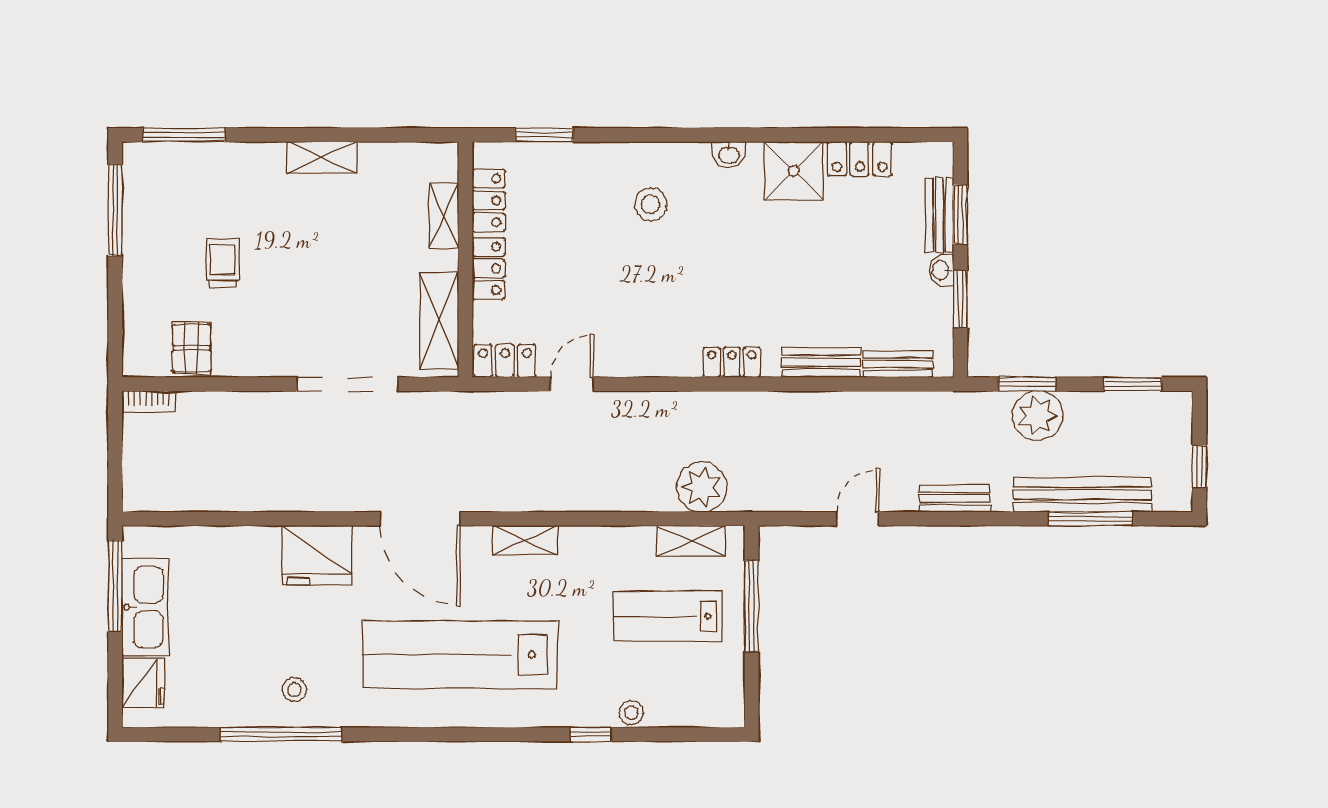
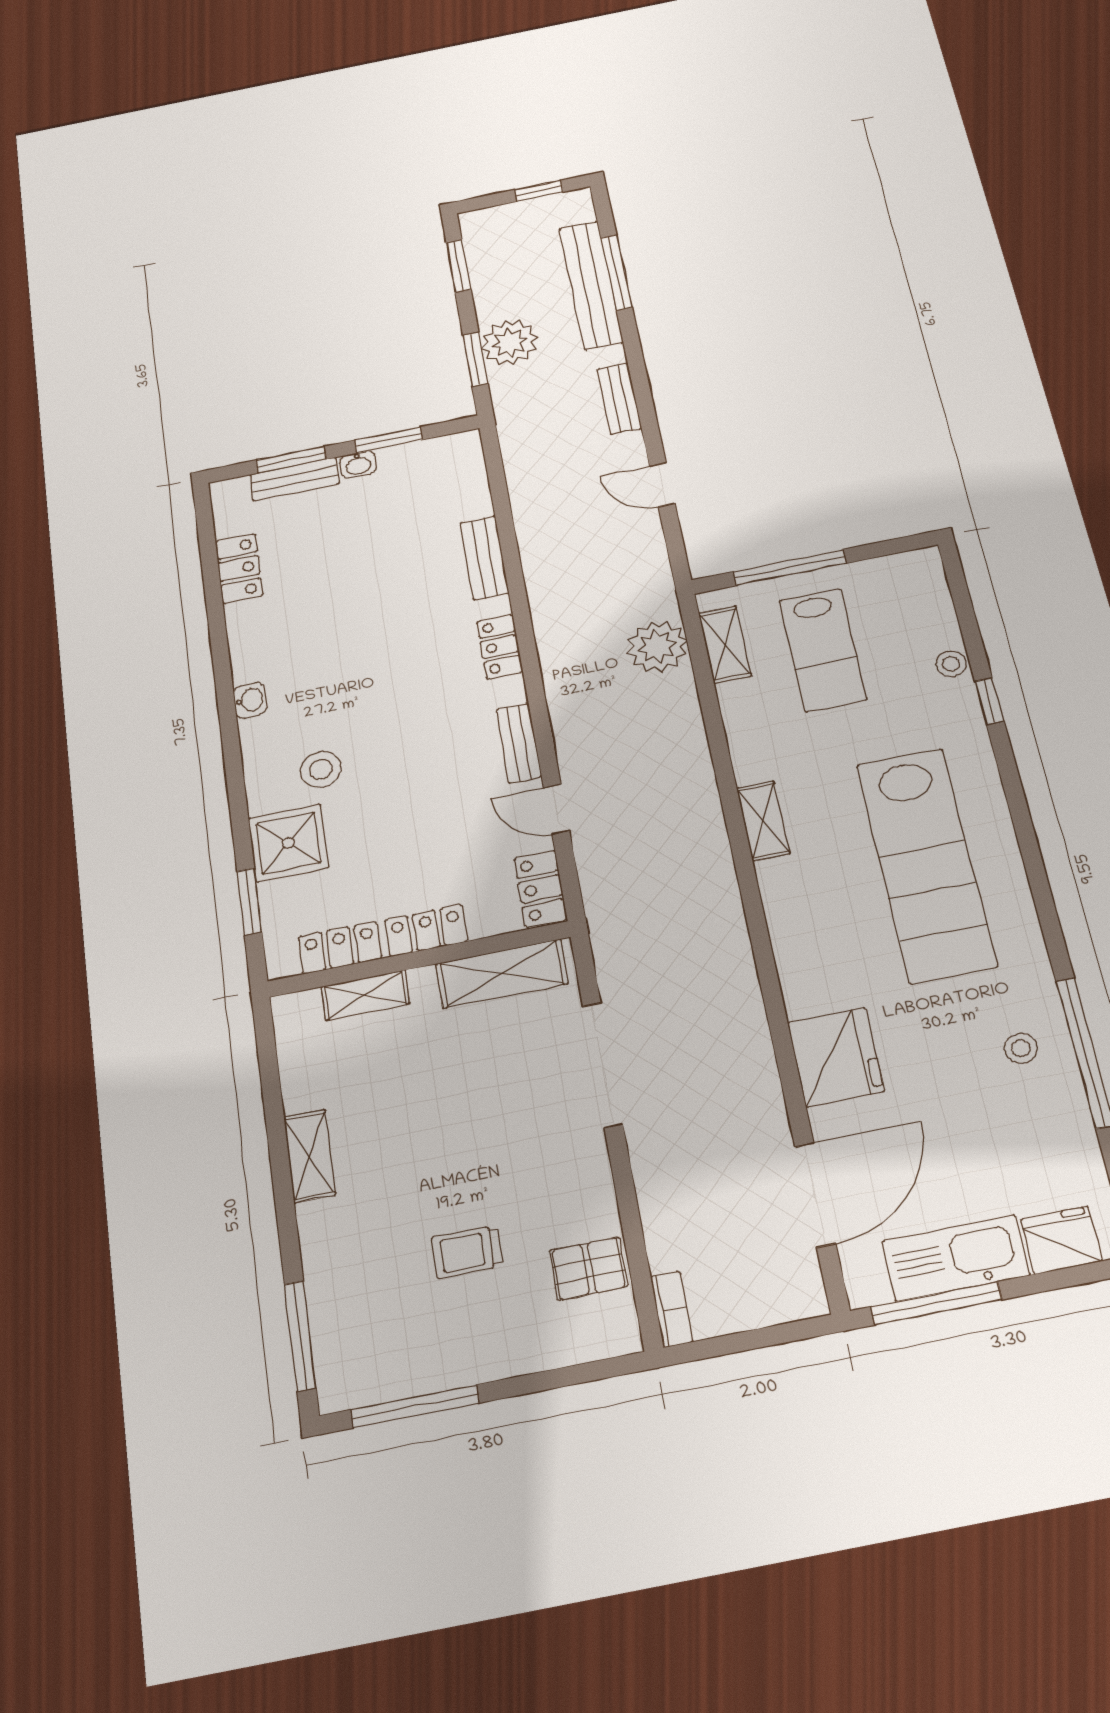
shower: (794, 171) -> (288, 843), moved
bench: (898, 364) -> (519, 743), moved
door: (420, 519) -> (815, 1194), moved

